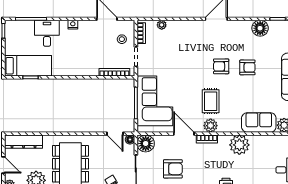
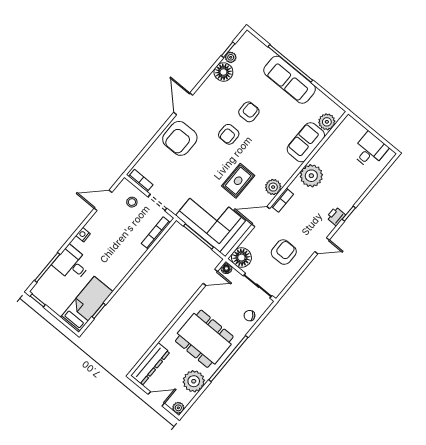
plant: (162, 25) -> (231, 57), moved
armchair: (191, 36) -> (180, 138), added
rug: (211, 101) -> (238, 181), moved, turned 90

